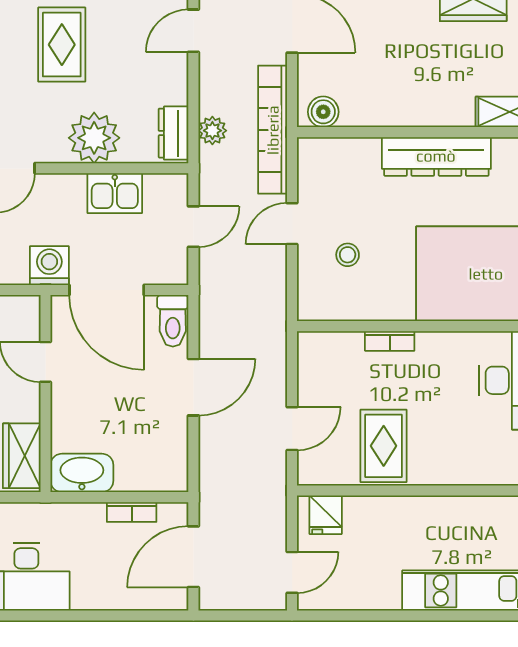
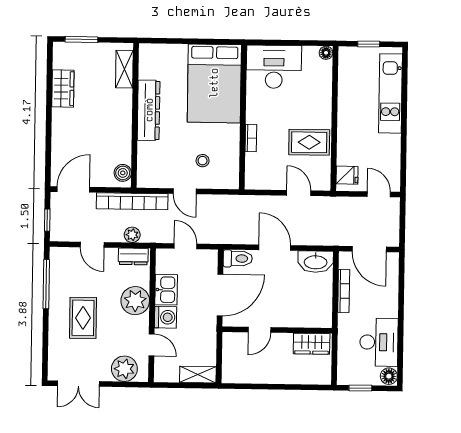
door: (193, 31) -> (92, 245), moved
rug: (62, 45) -> (83, 318), turned 90
washing machine: (49, 266) -> (166, 317), moved, turned 180
washbasin: (82, 473) -> (316, 262), moved, turned -90
bookcase: (132, 512) -> (344, 291), width x1.56

